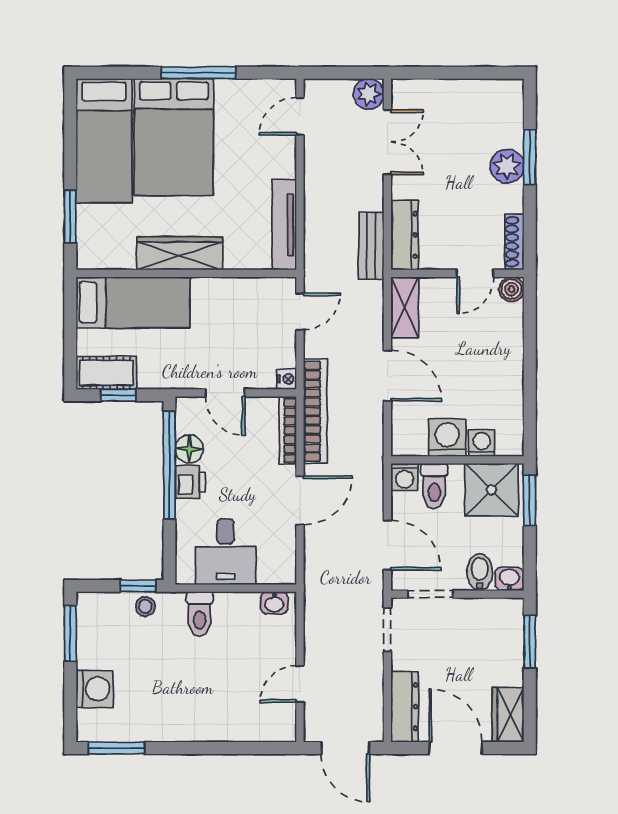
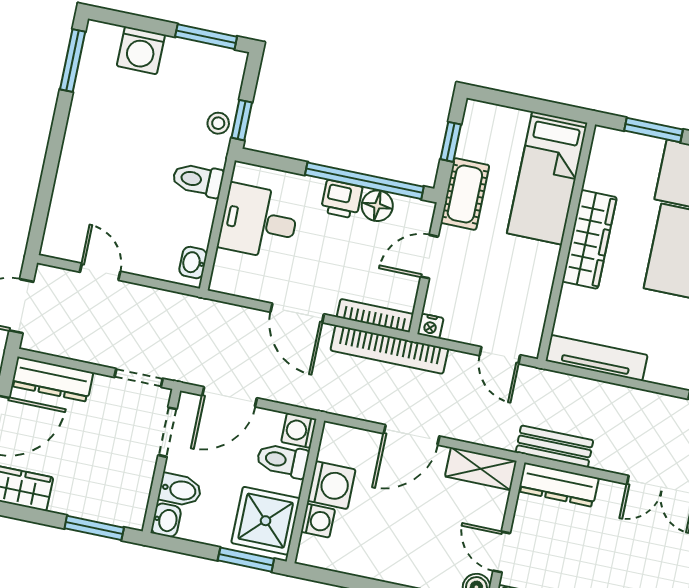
cot: (106, 373) -> (465, 194), moved

